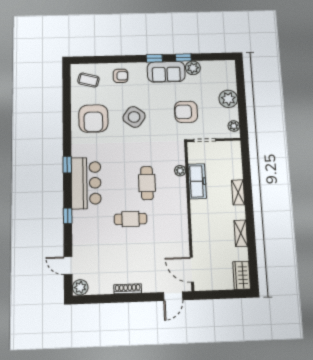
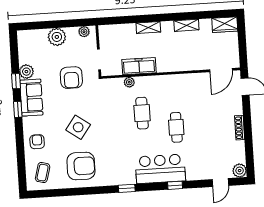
bar counter: (86, 183) -> (160, 169), moved
cafe table: (147, 183) -> (142, 113), turned 90

